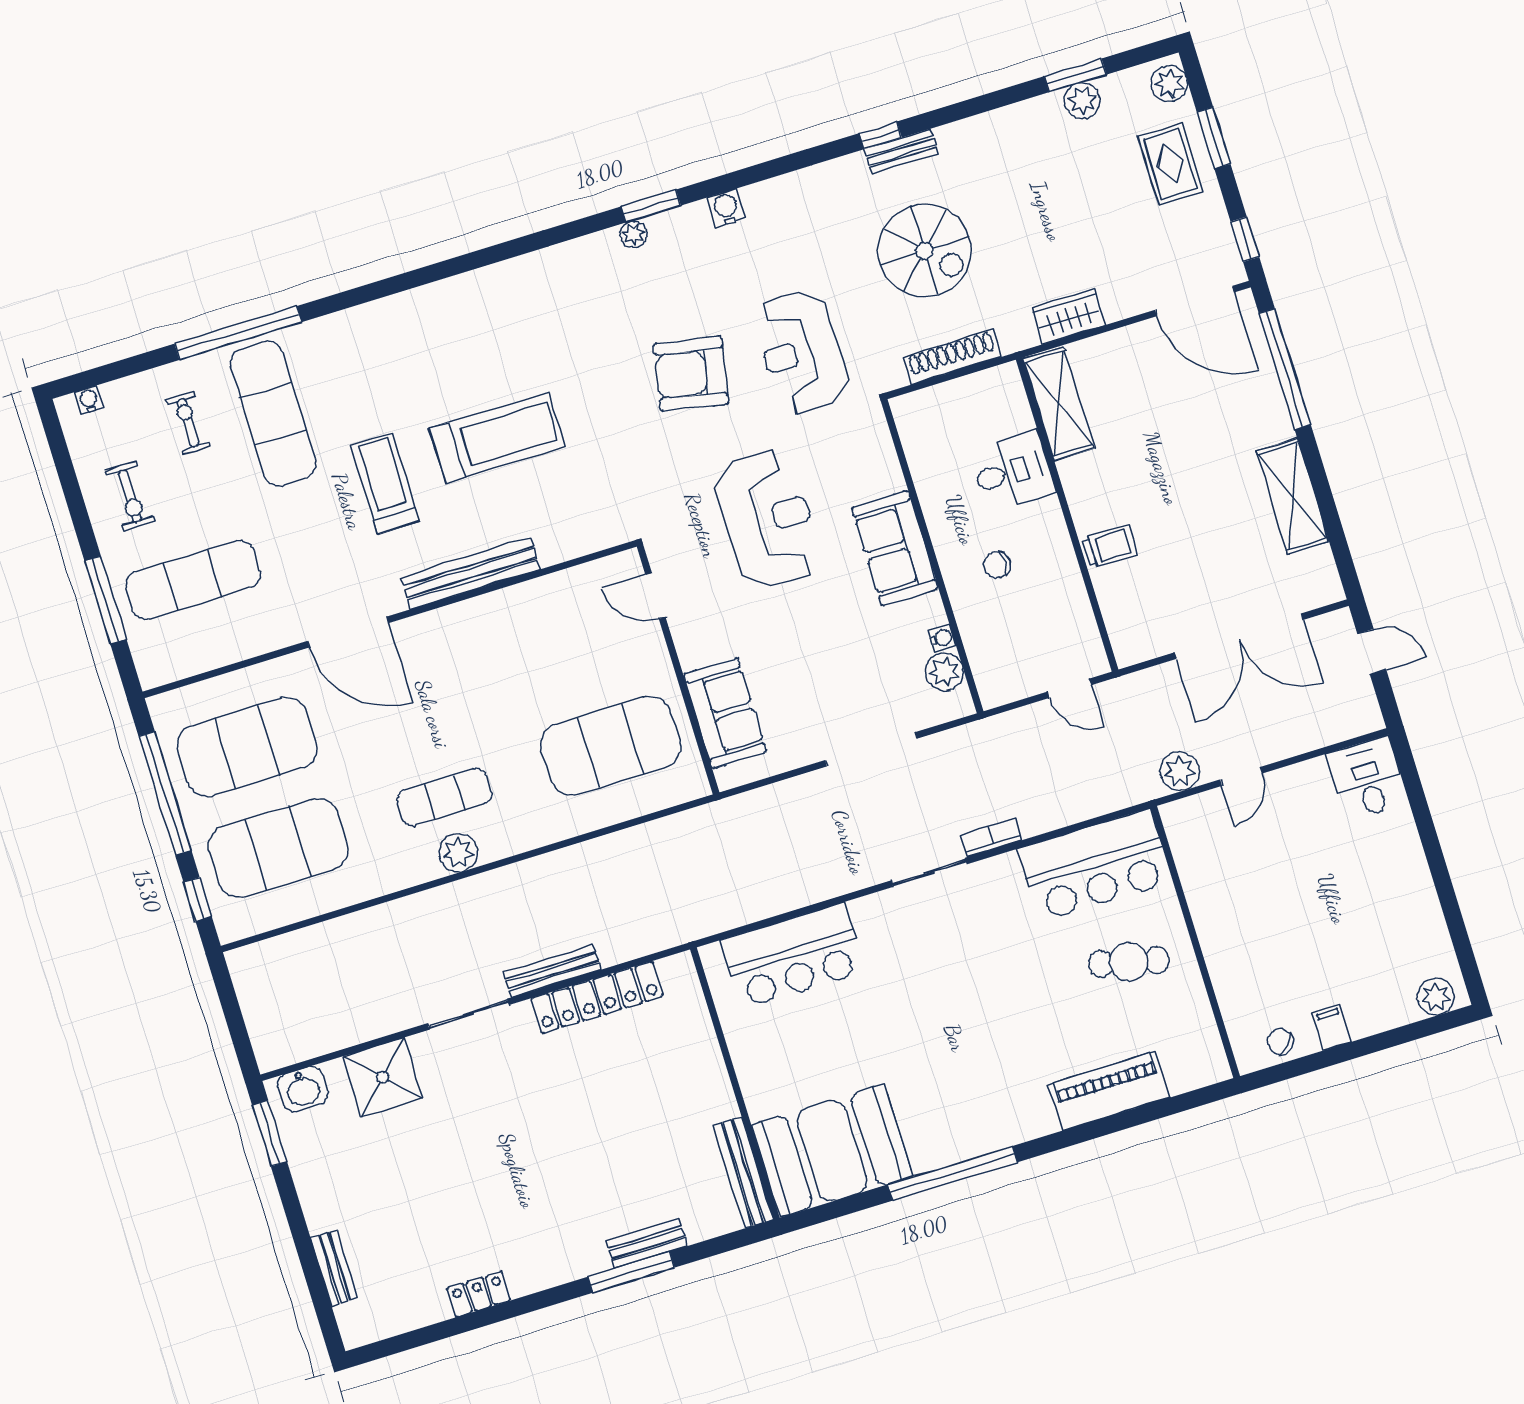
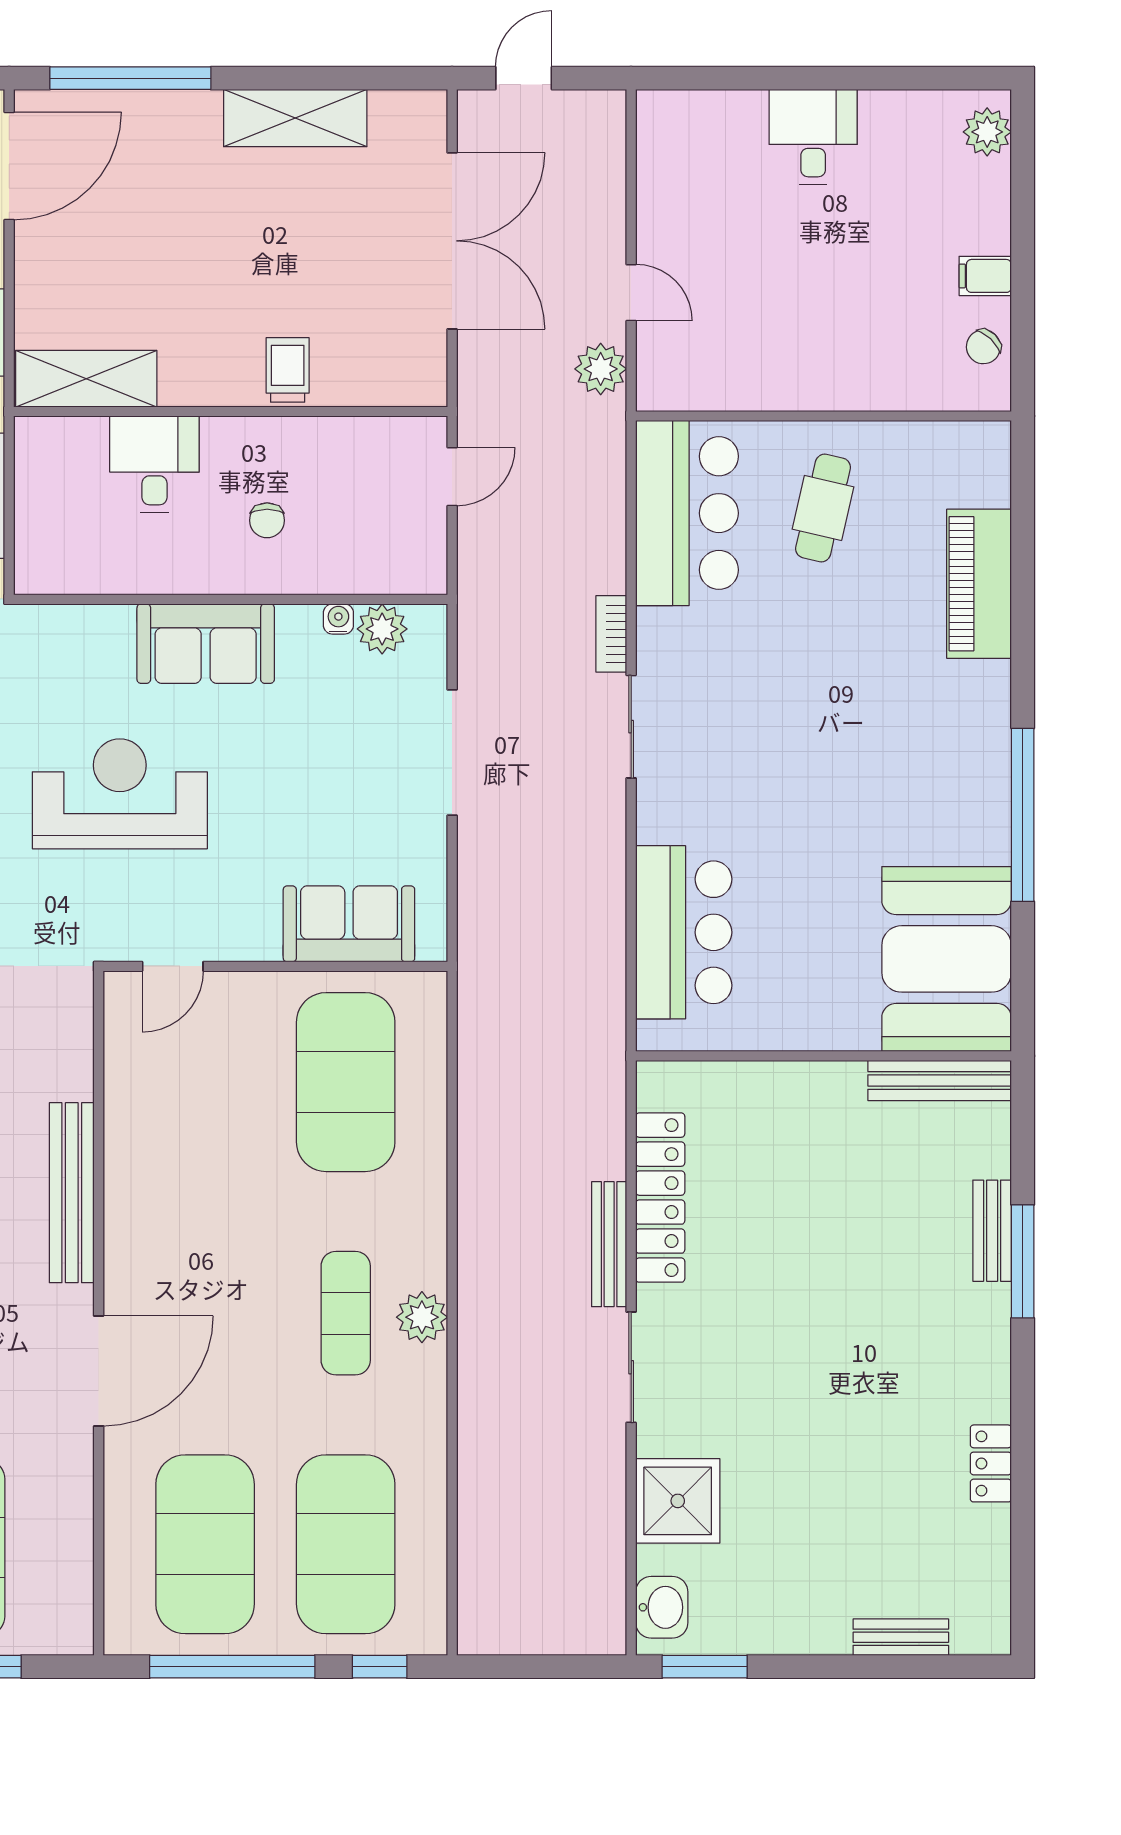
desk: (1367, 778) -> (813, 137), moved, turned 90

